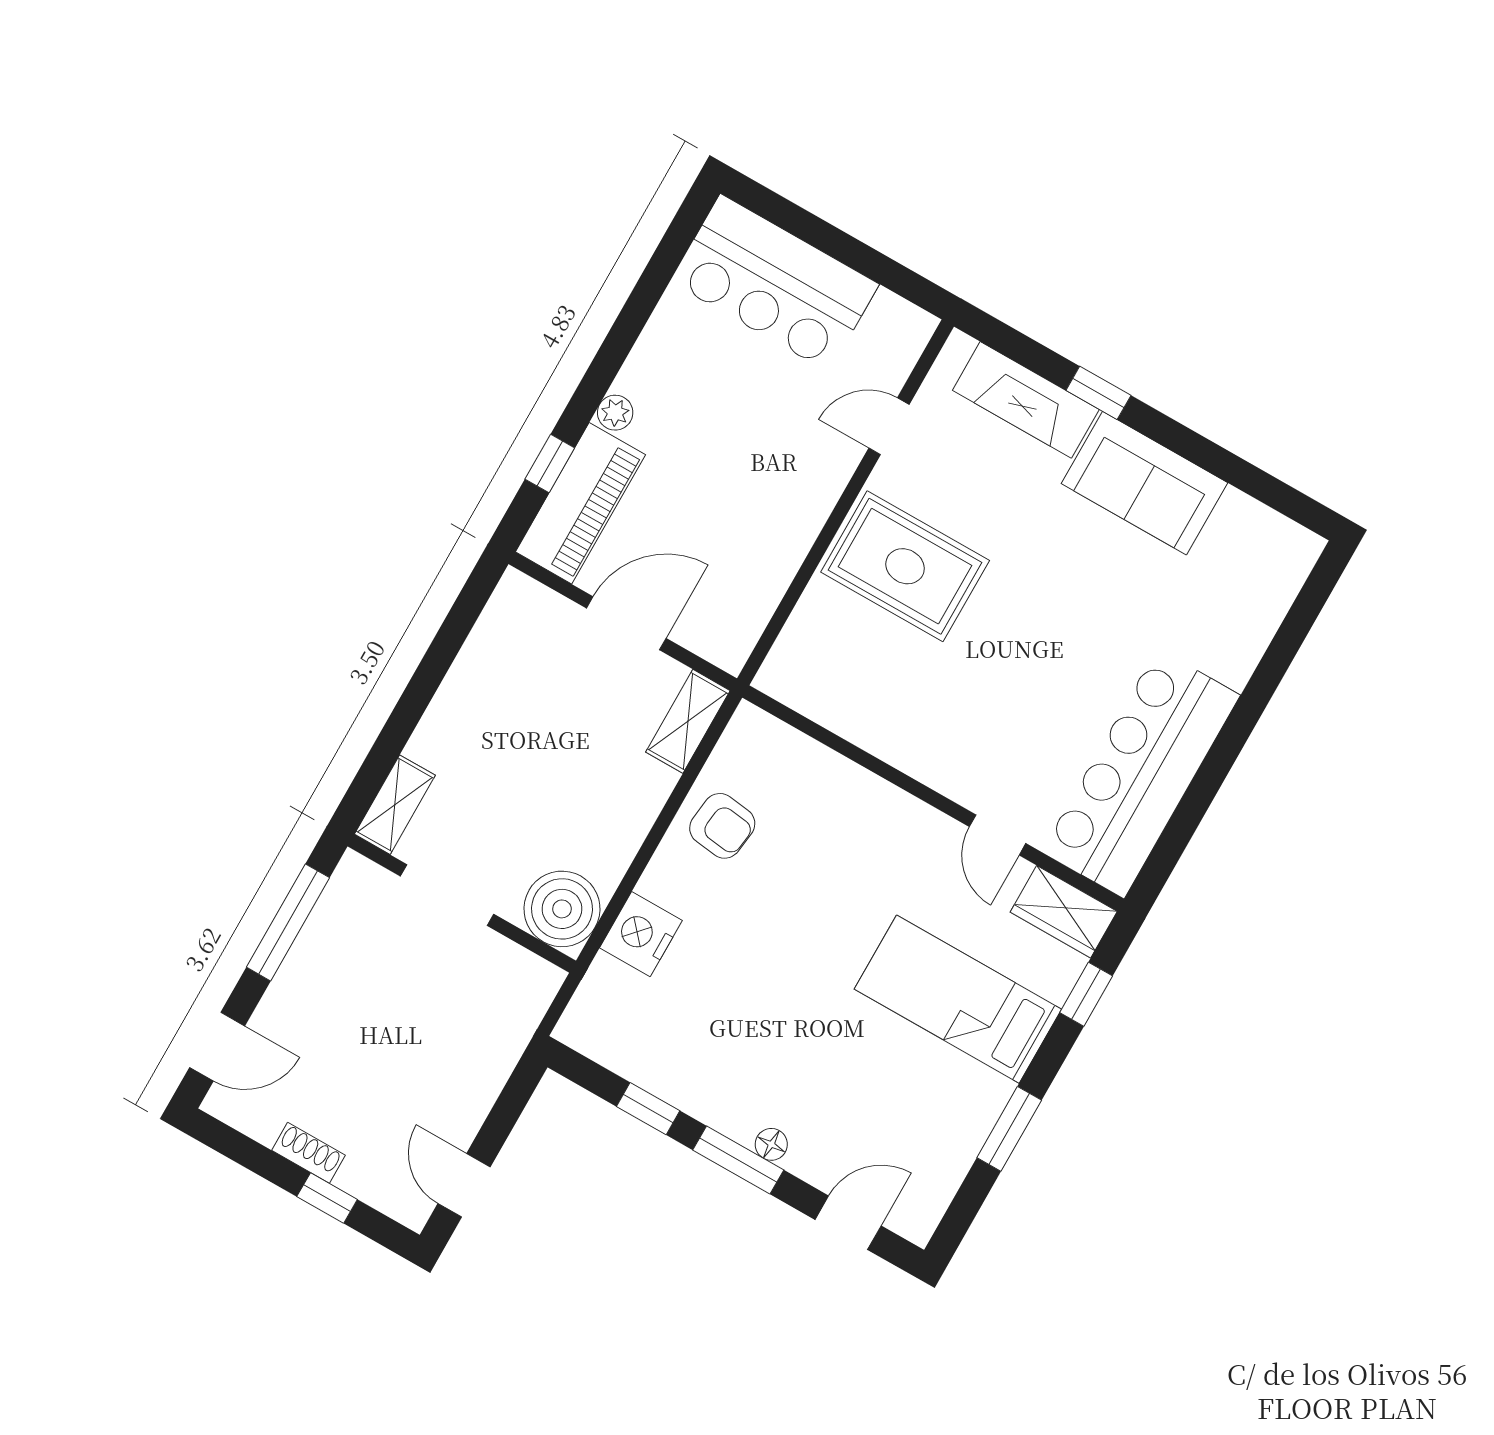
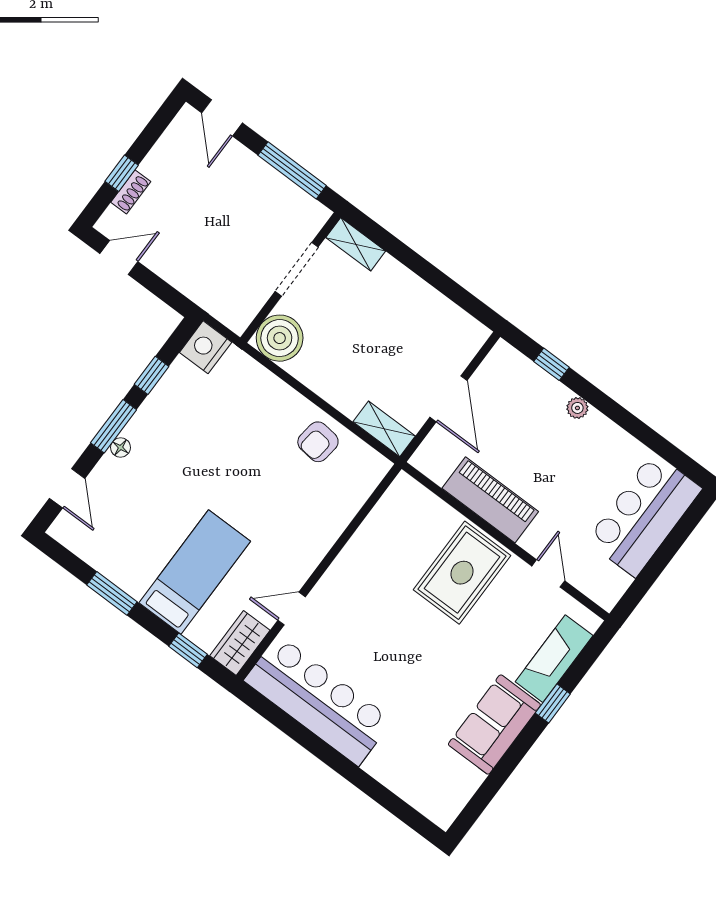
piano: (580, 503) -> (490, 500), moved, turned 180
nightstand: (641, 934) -> (206, 347), moved, turned -90
shoe rack: (309, 1153) -> (131, 192), moved

